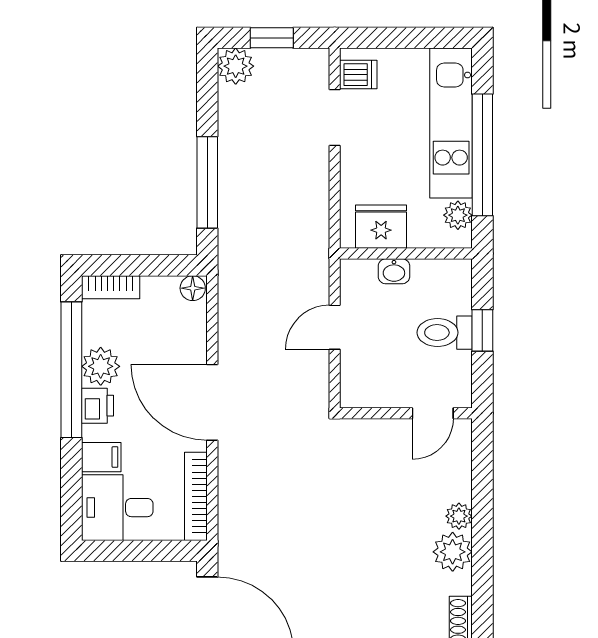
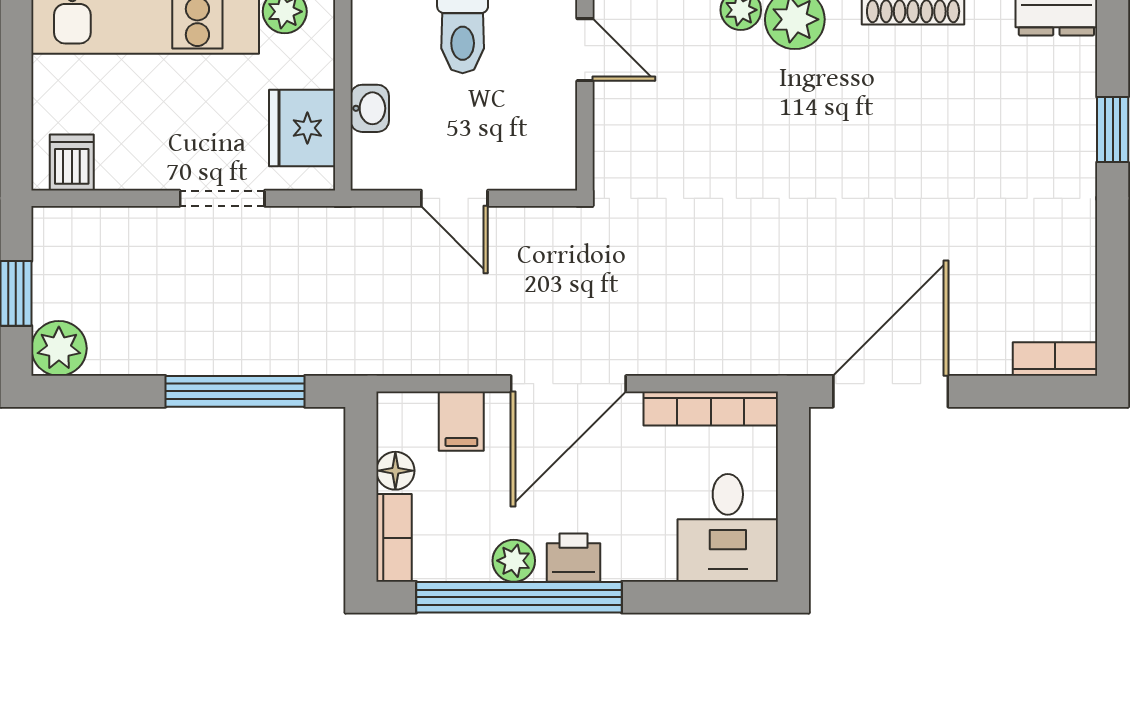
doorway: (335, 118) -> (222, 198), moved
floor lamp: (193, 288) -> (395, 471), moved
plant: (101, 366) -> (514, 561), width x0.73, depth x0.73
filing cabinet: (101, 457) -> (461, 421), moved, turned 180

